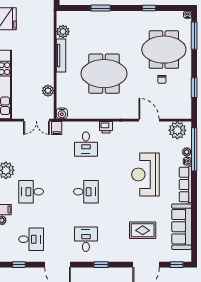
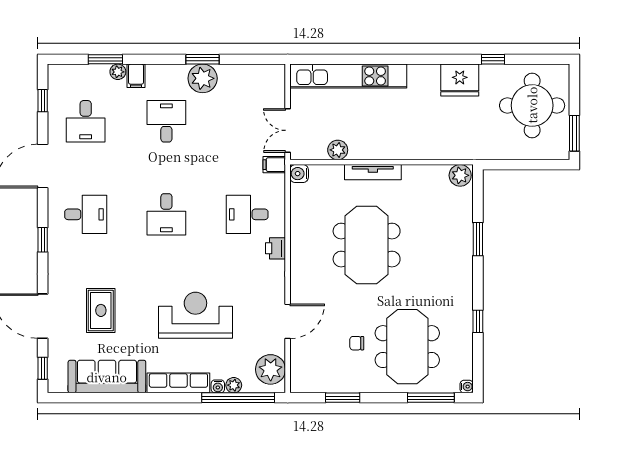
plant: (63, 32) -> (460, 175), moved
tv unit: (61, 56) -> (373, 172), moved

